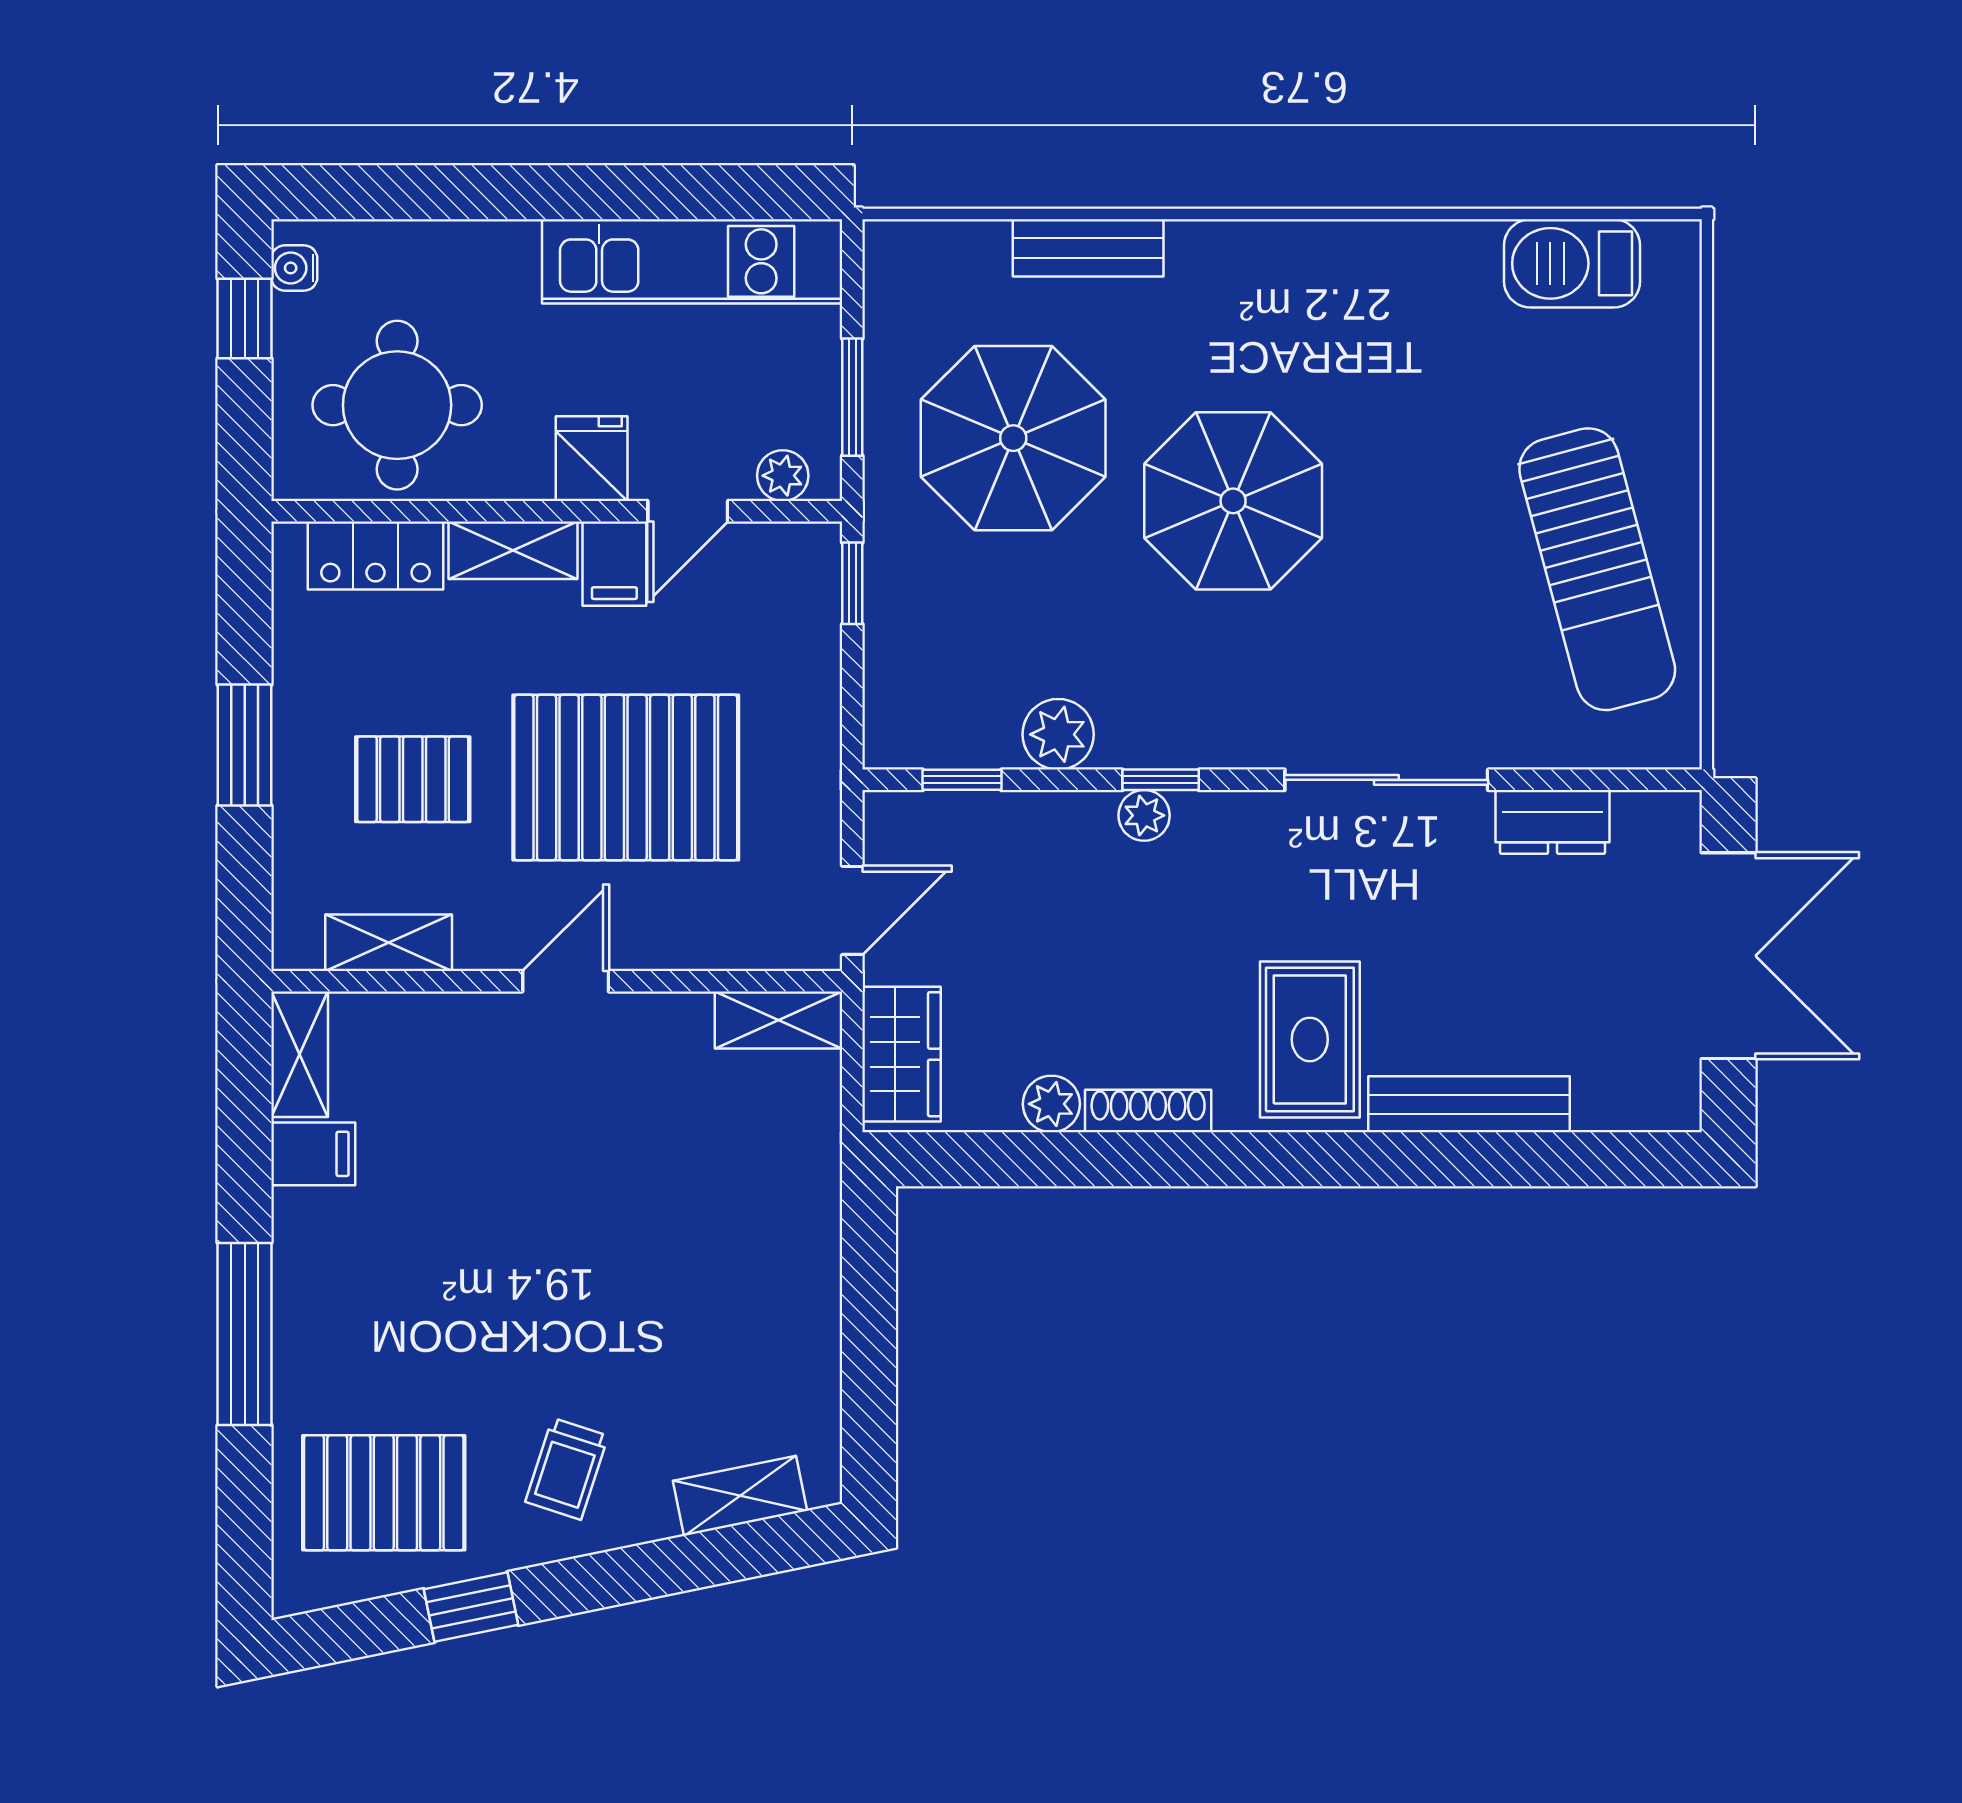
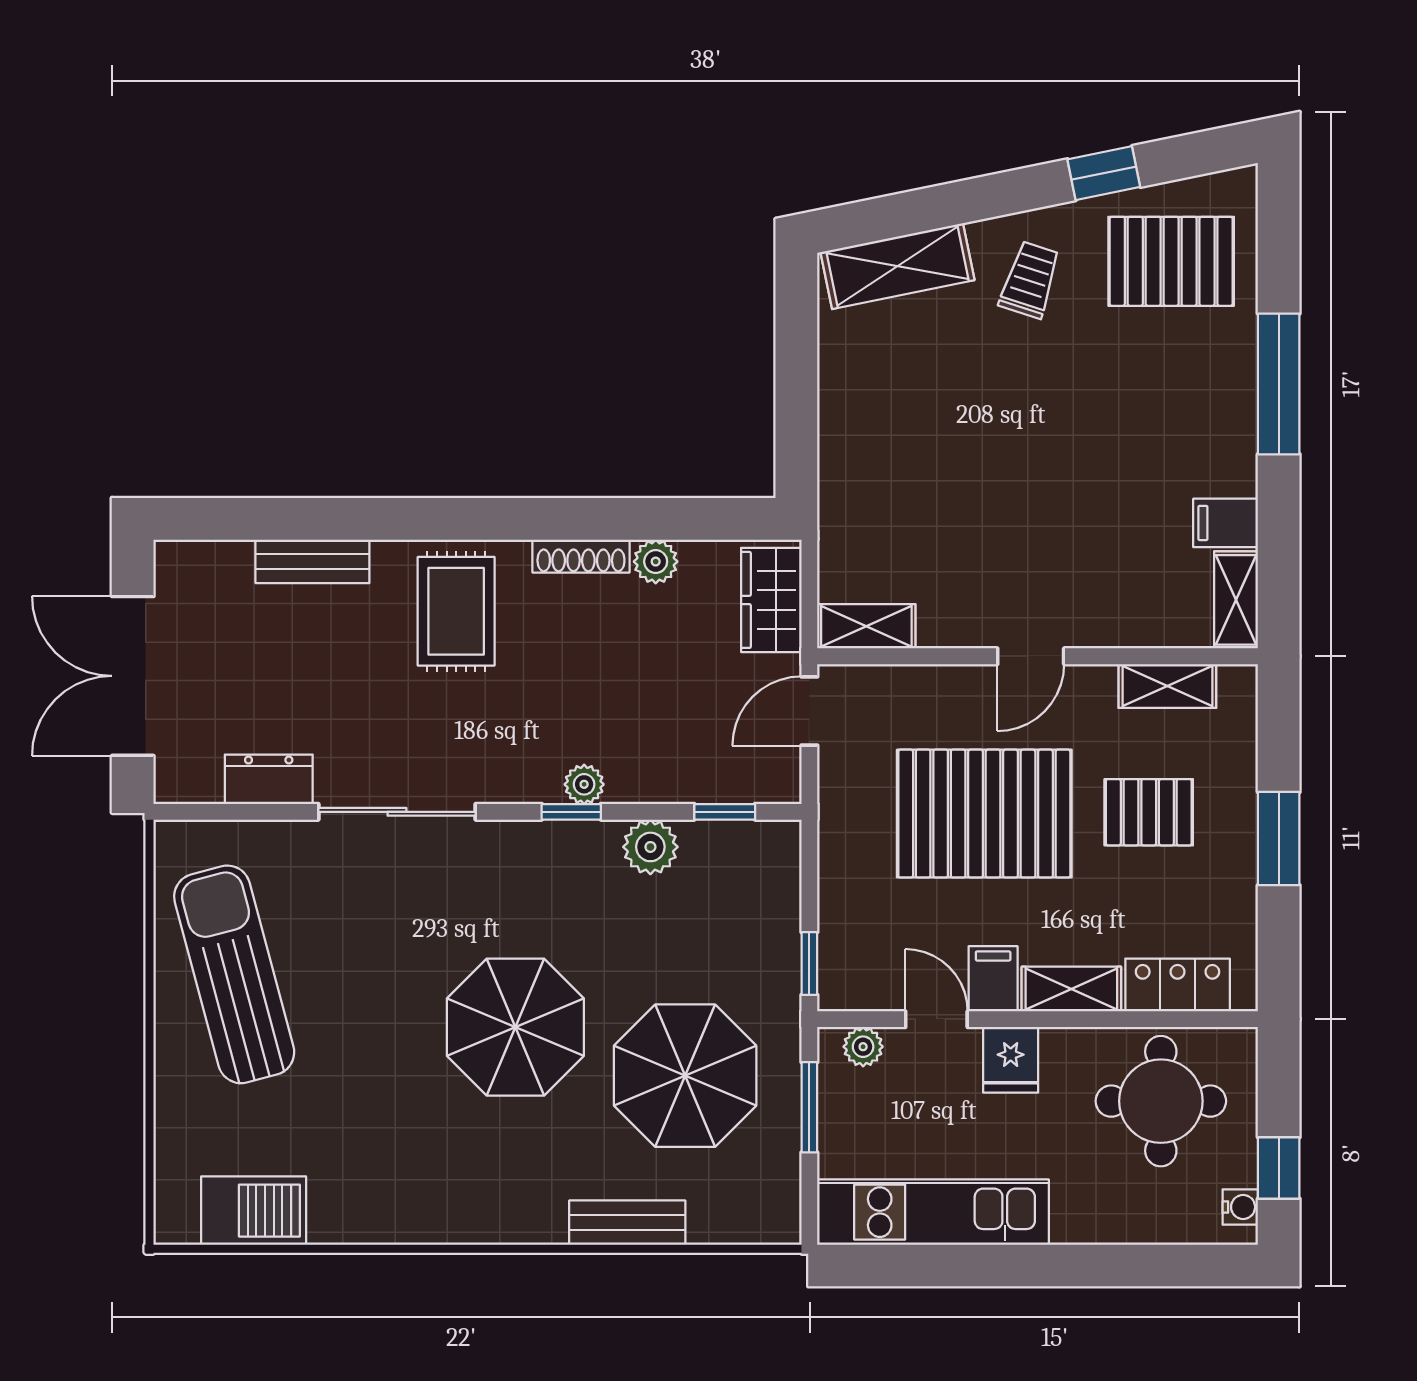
door: (688, 511) -> (936, 1019), hinge flipped
bench: (1469, 1104) -> (312, 561), width x0.73
shelving: (740, 1496) -> (898, 266), width x1.50, depth x1.33

